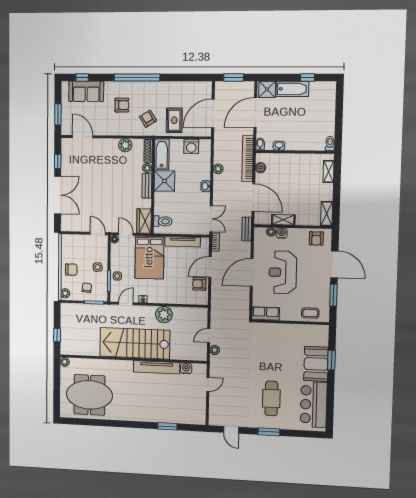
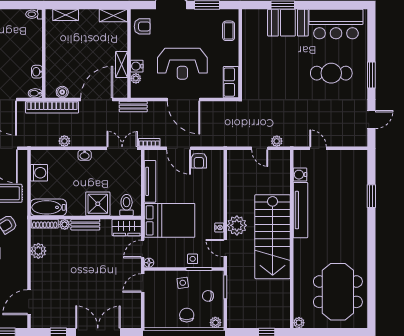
shower: (164, 181) -> (98, 204), moved
plant: (164, 315) -> (237, 225), moved

